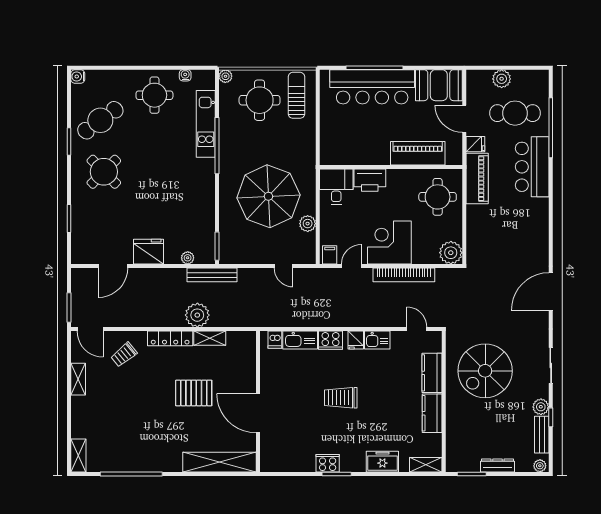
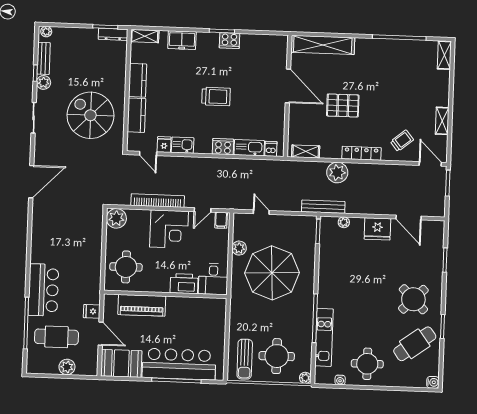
piano: (477, 179) -> (91, 282), removed
door: (113, 266) -> (409, 217), swing flipped
shelving: (210, 338) -> (306, 151), moved
fridge: (356, 340) -> (164, 145), moved
spiral stairs: (485, 371) -> (90, 115), turned -90
dresser: (497, 465) -> (113, 34), moved

